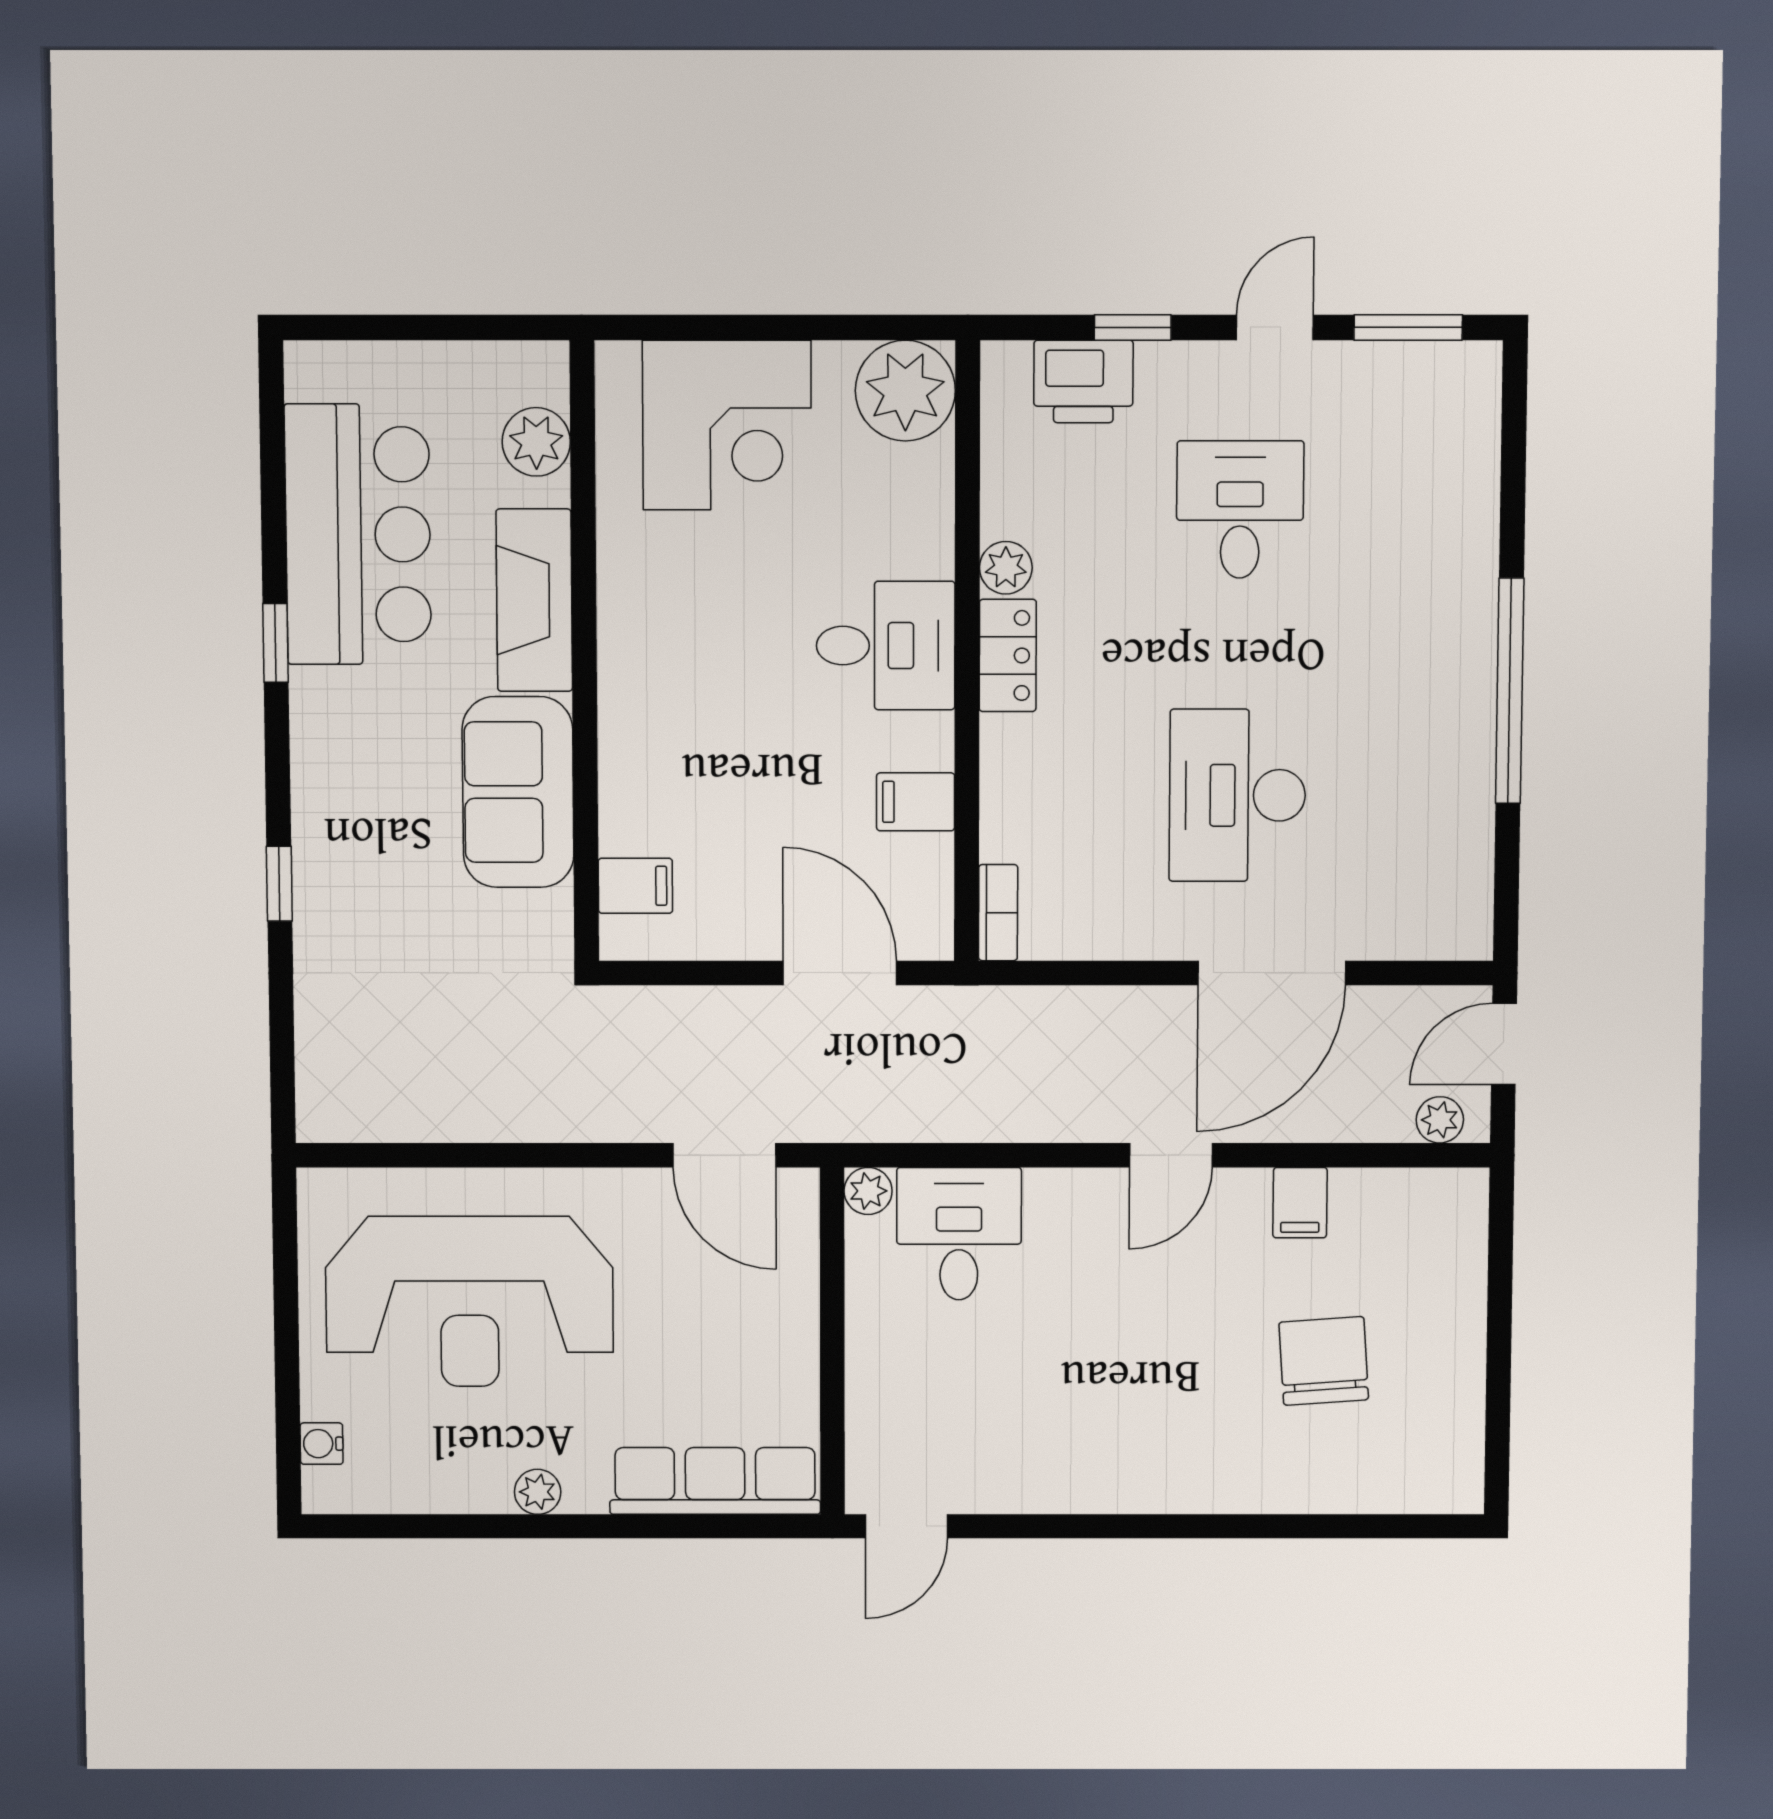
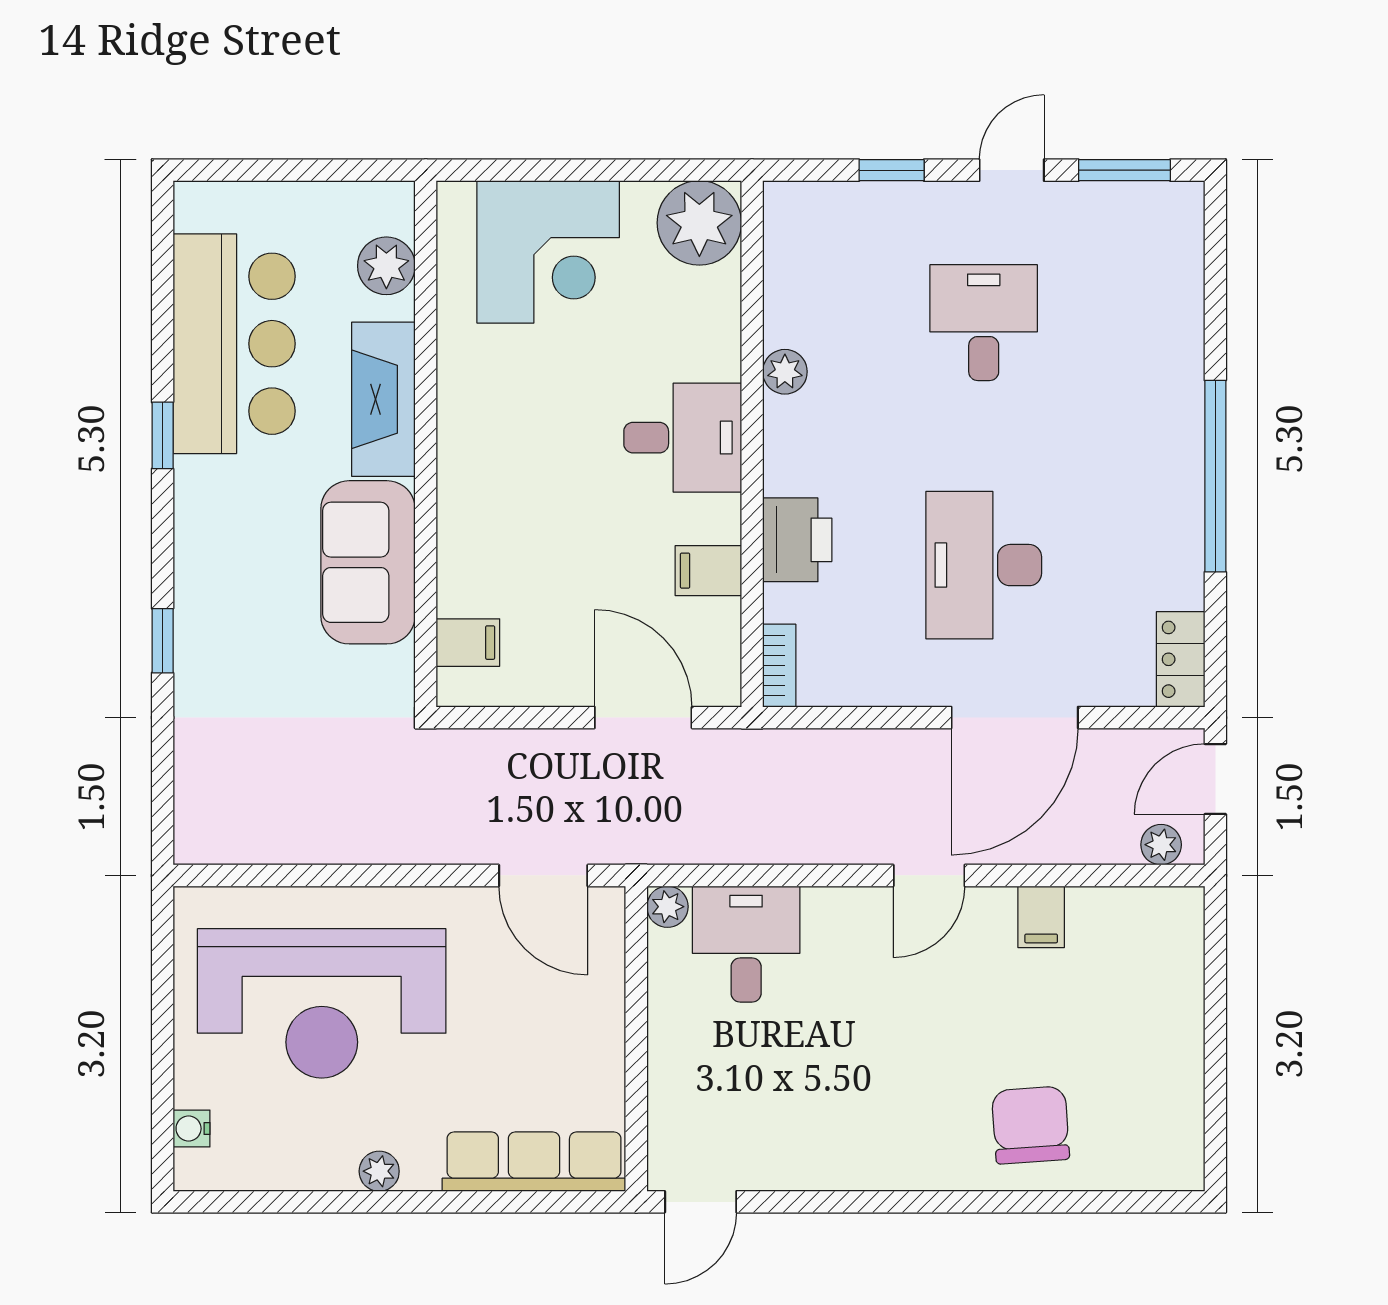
printer: (1083, 381) -> (797, 540), moved, turned -90
locker: (1008, 655) -> (1181, 659), moved, turned 180
chair: (1324, 1361) -> (1031, 1125), moved

